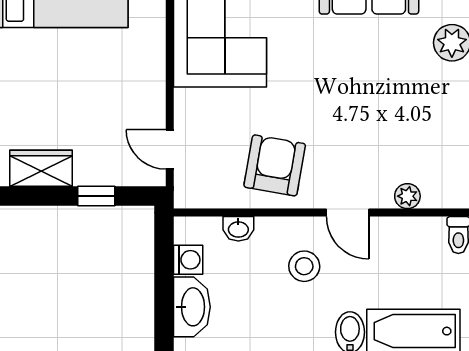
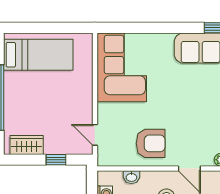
armchair: (275, 165) -> (151, 143), turned 80

